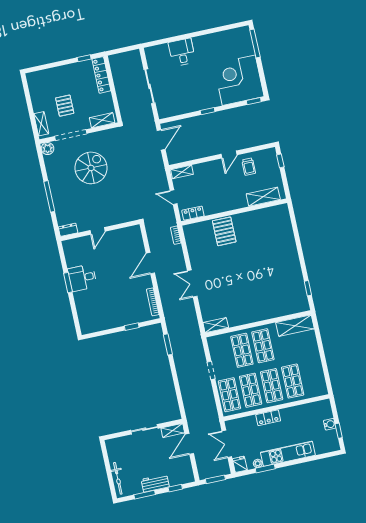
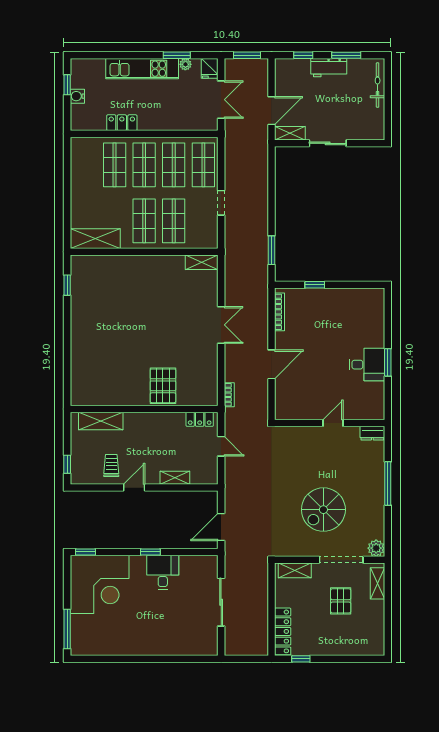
desk: (182, 52) -> (163, 572), moved, turned 180
shelving: (182, 172) -> (175, 478), moved
locker: (268, 418) -> (122, 123), moved

